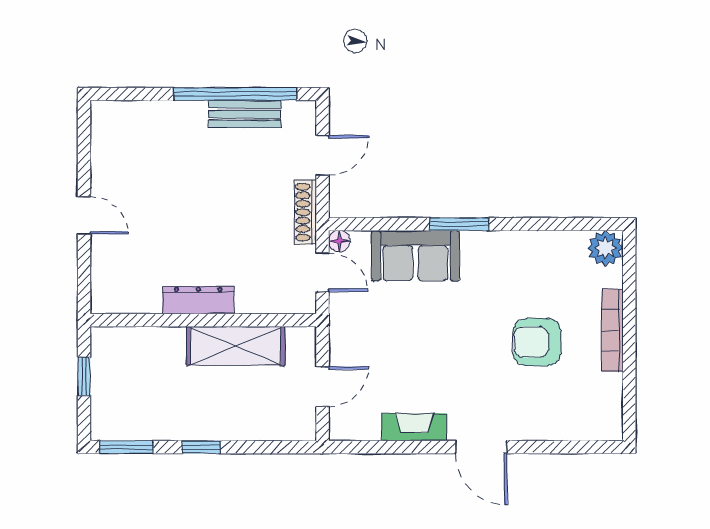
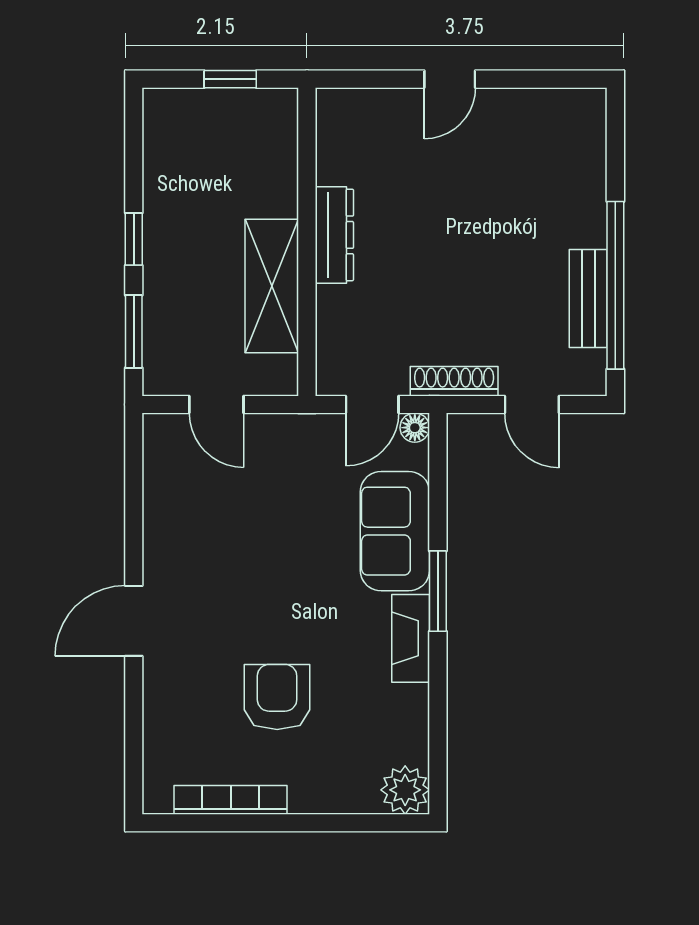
bookcase: (612, 330) -> (231, 800), moved
fireplace: (414, 427) -> (411, 638), moved, turned 180
window: (126, 447) -> (134, 331), moved

